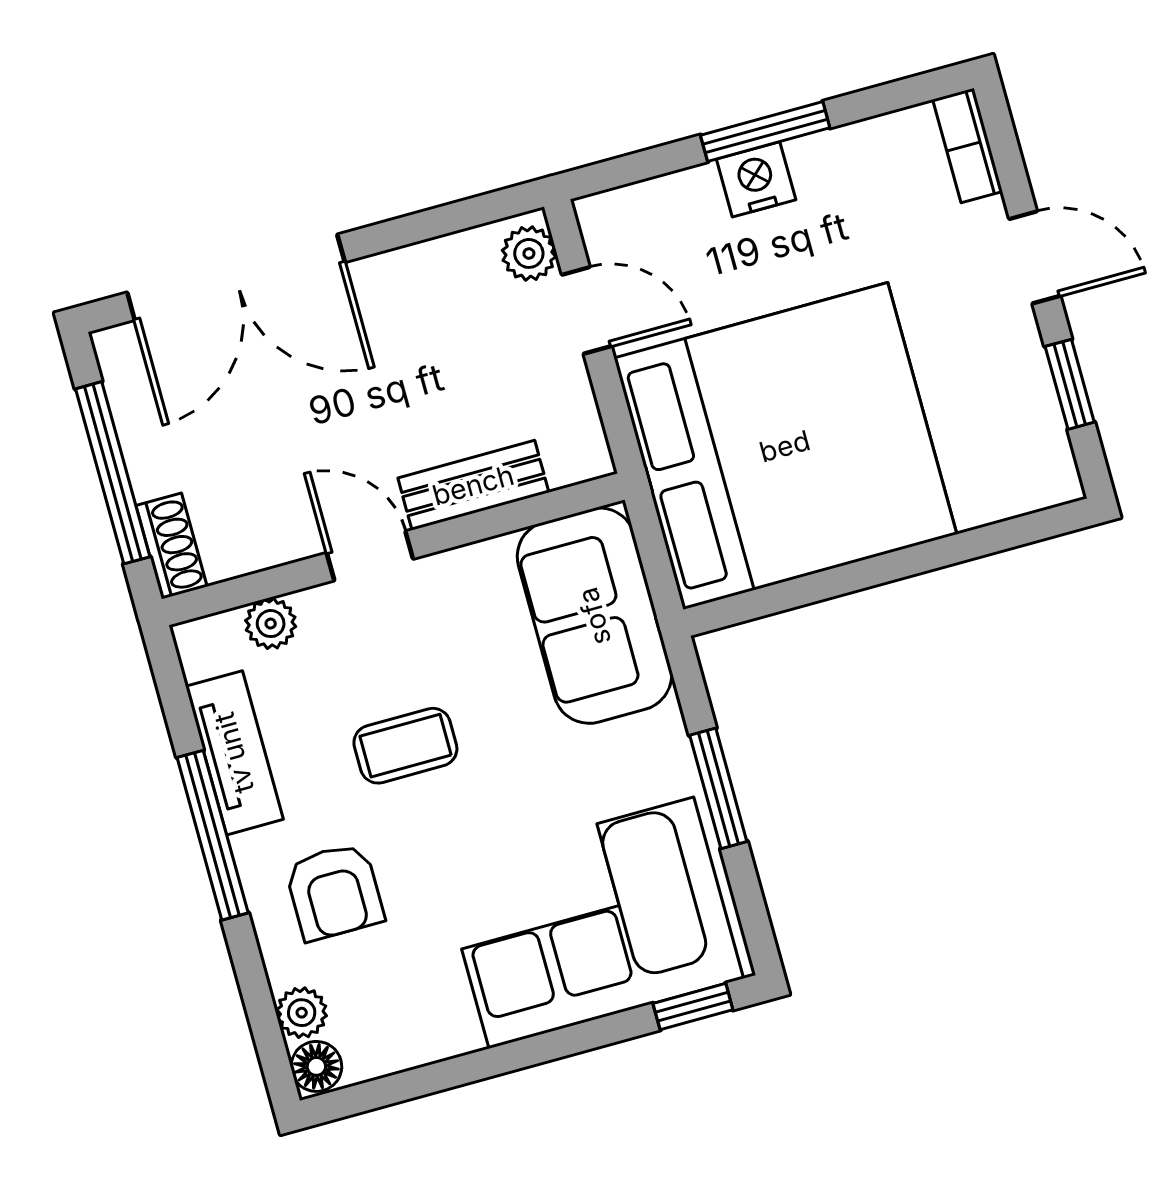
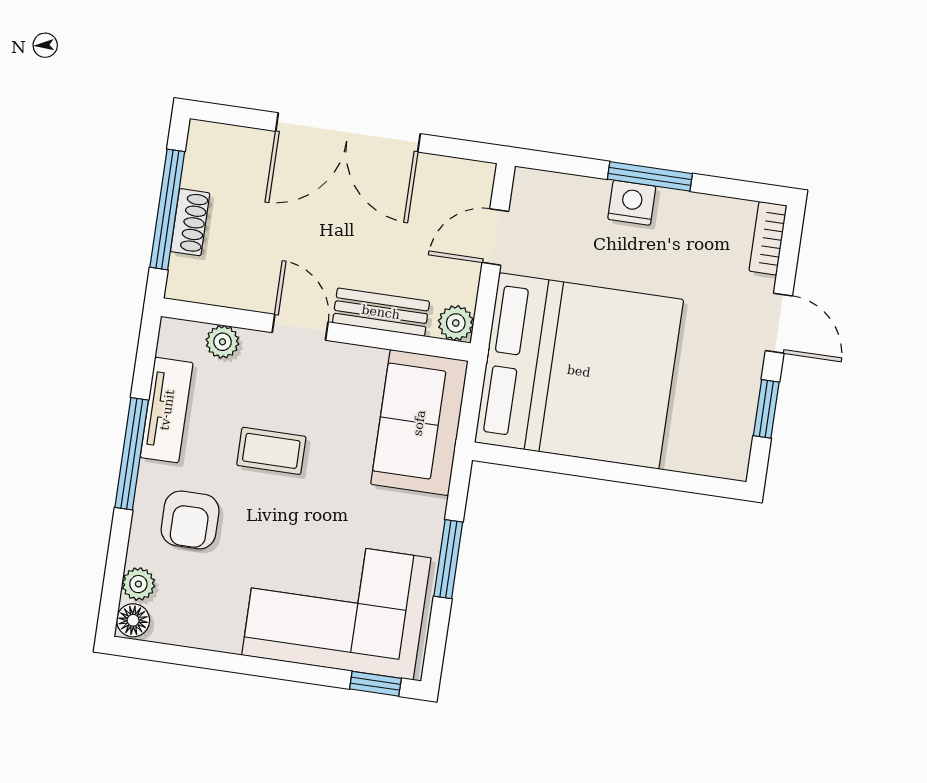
plant: (529, 253) -> (456, 323), moved
double door: (236, 277) -> (348, 132), moved
door: (587, 310) -> (495, 237), swing flipped
shoe rack: (171, 546) -> (190, 222), moved

